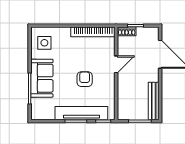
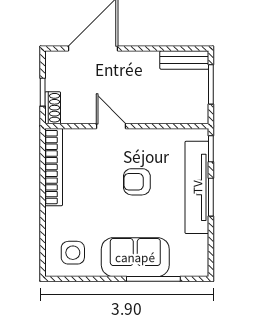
bench: (154, 101) -> (184, 60), width x0.73

